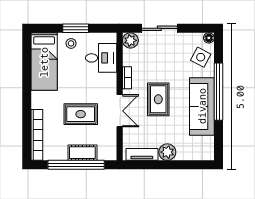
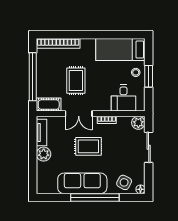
cot: (82, 153) -> (49, 105), moved, turned 90

